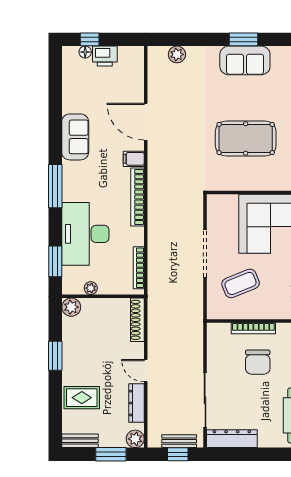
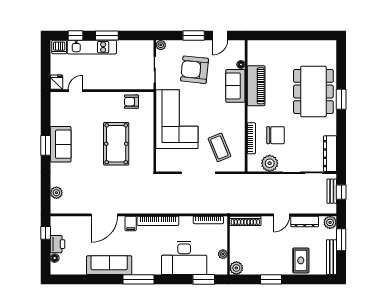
window: (90, 39) -> (46, 233), moved
sofa: (75, 137) -> (109, 265), width x1.36
window: (55, 186) -> (138, 279), moved
plant: (218, 354) -> (270, 163), added
bench: (80, 441) -> (331, 257), width x1.36

